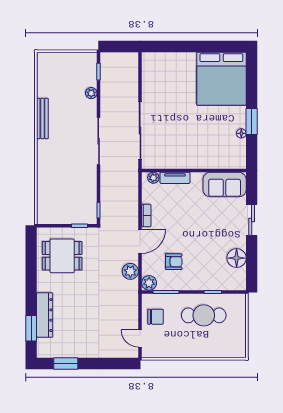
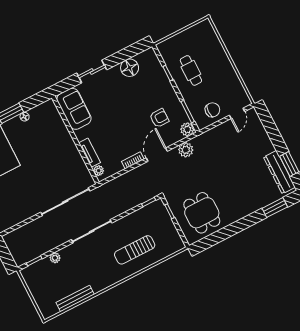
bench: (42, 119) -> (75, 298), moved
sun lounger: (60, 173) -> (135, 250), added
door: (140, 241) -> (157, 155), hinge flipped
armchair: (174, 262) -> (159, 118), turned 90
dresser: (45, 315) -> (279, 172), moved, turned -90
cafe table: (204, 315) -> (191, 70), width x0.73, depth x0.74
chair: (155, 317) -> (212, 110), turned 90

